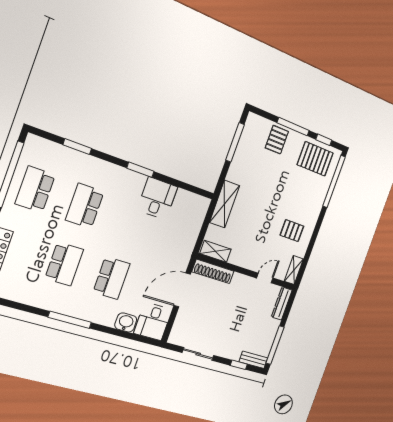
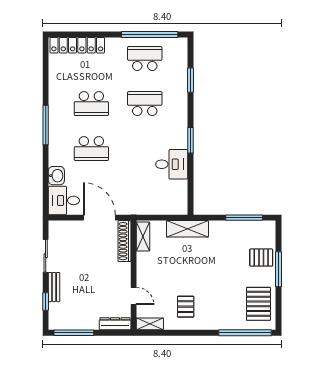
window: (324, 140) -> (279, 306), removed
bench: (253, 360) -> (54, 287), moved

